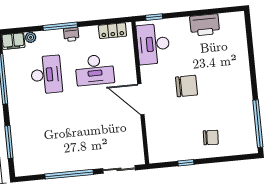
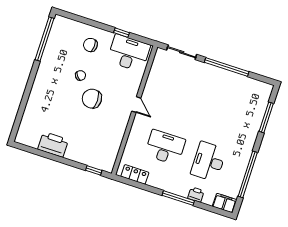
printer: (71, 34) -> (196, 195), moved
plant: (31, 37) -> (208, 200), removed
desk: (153, 44) -> (129, 53), moved, turned -90
door: (141, 99) -> (136, 105), width x0.53
chair: (207, 104) -> (80, 75), added

